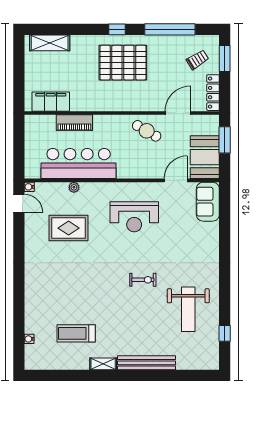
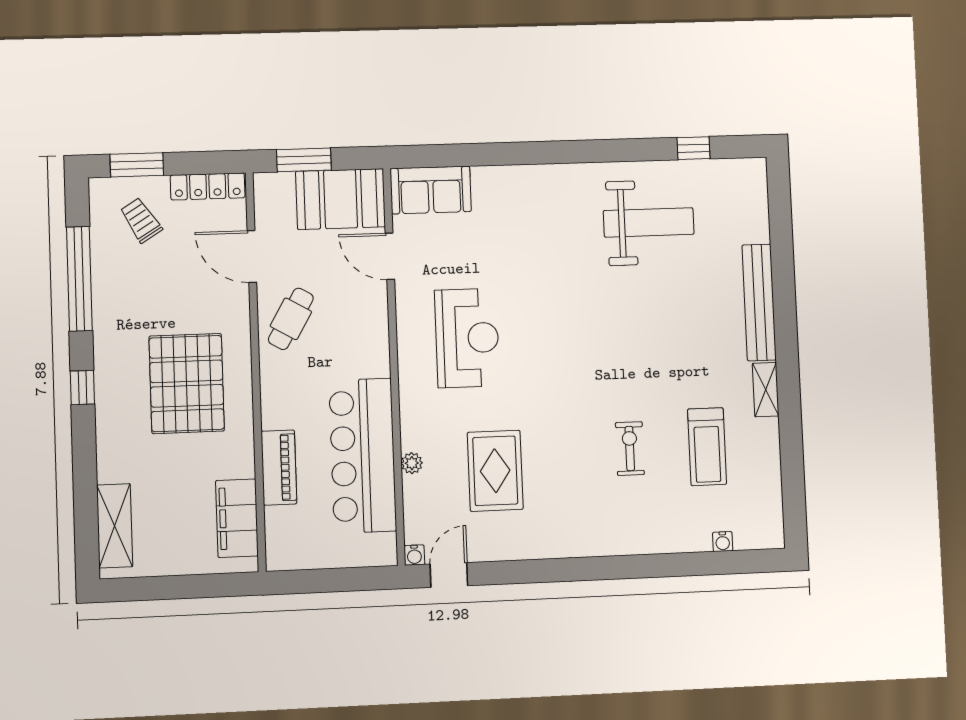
pallet: (123, 63) -> (187, 384), moved
exercise bike: (143, 280) -> (630, 449), moved

